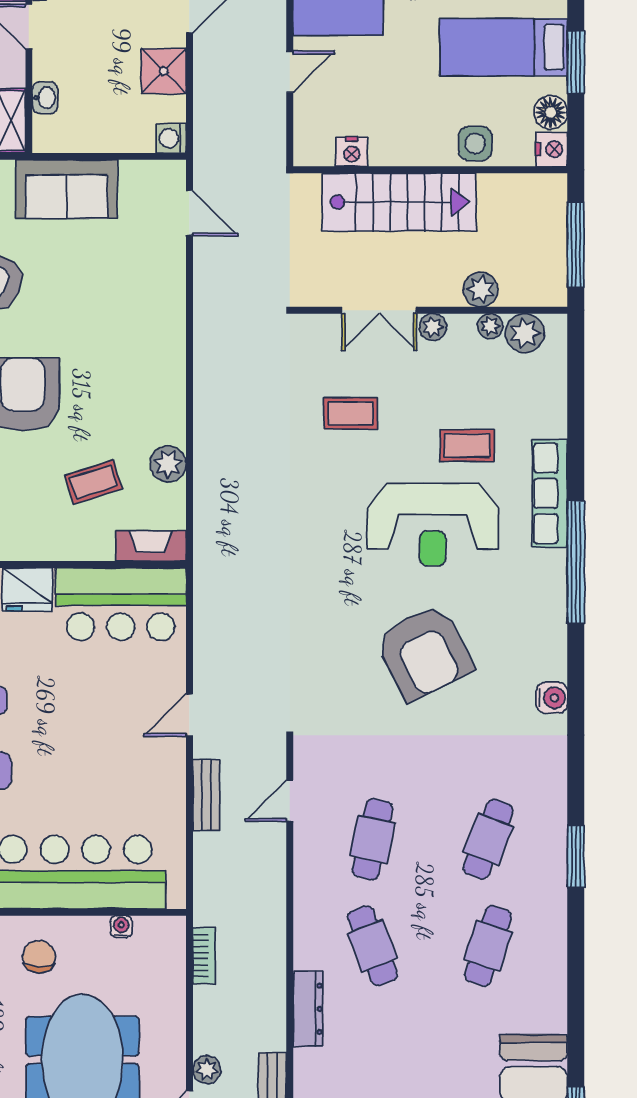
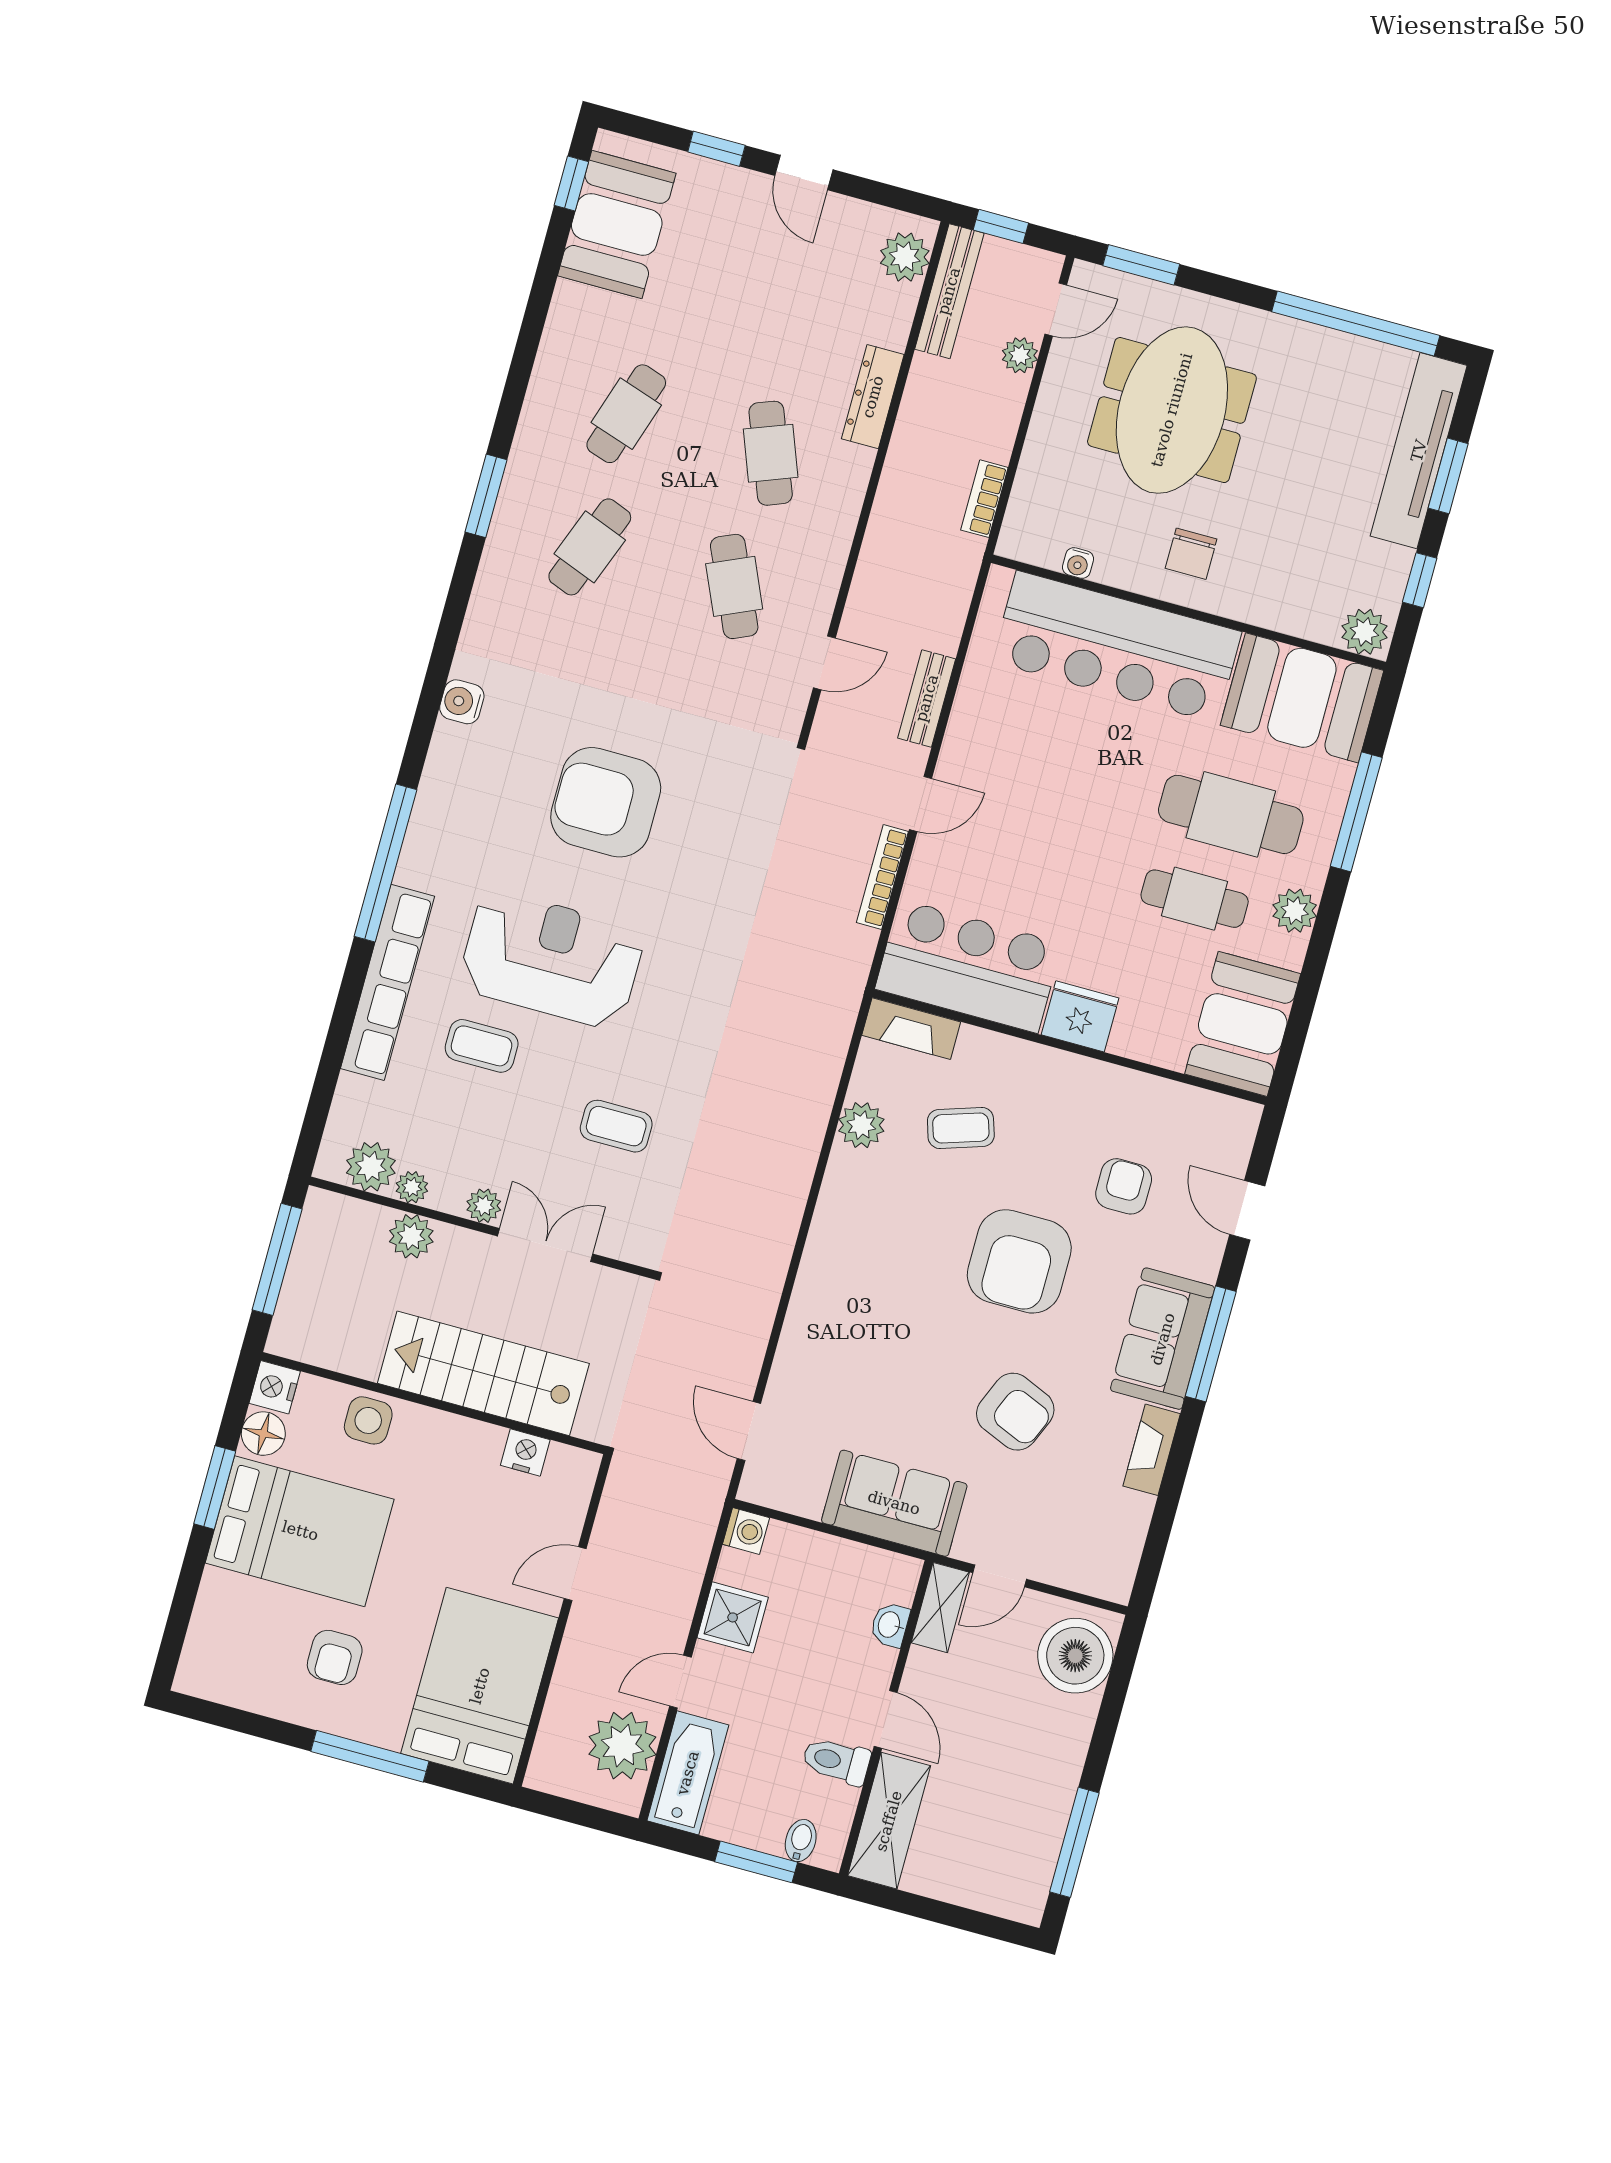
bed: (504, 47) -> (300, 1531), width x1.50
row of seats: (550, 493) -> (388, 982), width x1.36
armchair: (424, 652) -> (606, 802), turned -63
bookcase: (203, 653) -> (882, 877), added
cafe table: (373, 839) -> (734, 586), turned -36

